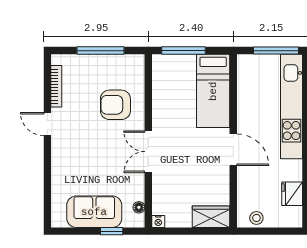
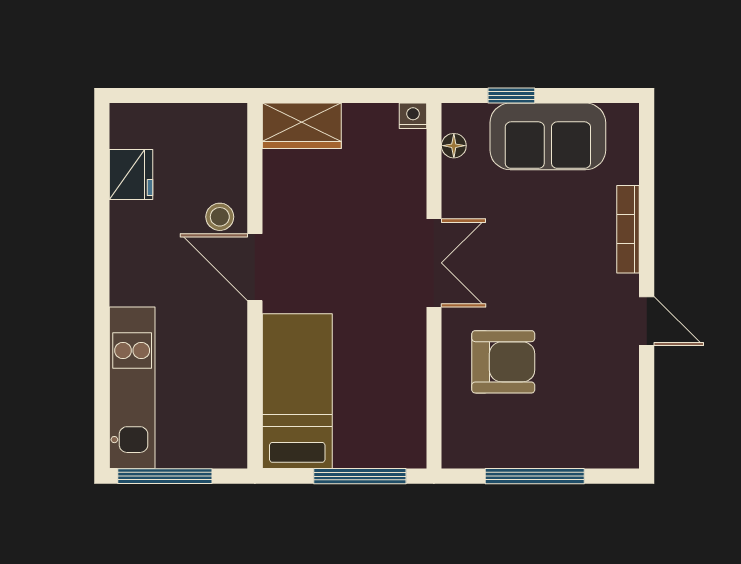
bookcase: (56, 86) -> (628, 229), moved
kitchen unit: (291, 106) -> (132, 388), width x0.73
stool: (256, 218) -> (220, 217), moved

